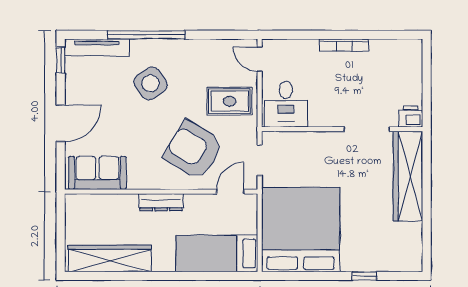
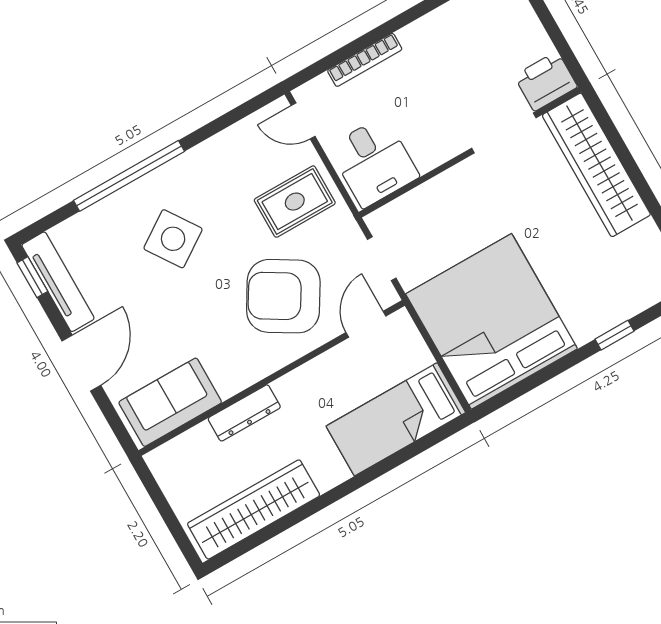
bookcase: (344, 45) -> (365, 60), moved
tv unit: (97, 47) -> (58, 282), moved, turned -90
printer: (411, 116) -> (546, 81), width x1.36, depth x1.24
dresser: (161, 202) -> (244, 413), moved

